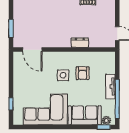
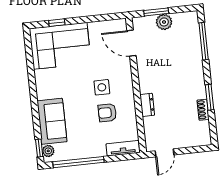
plant: (19, 23) -> (164, 22), added
door: (32, 50) -> (131, 43), hinge flipped
tv unit: (110, 87) -> (123, 148), moved
corner sofa: (45, 109) -> (60, 46), moved, turned 90

